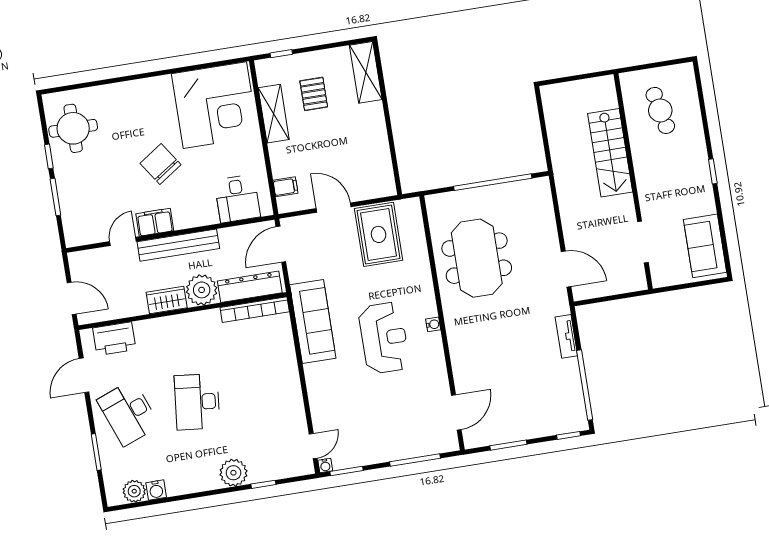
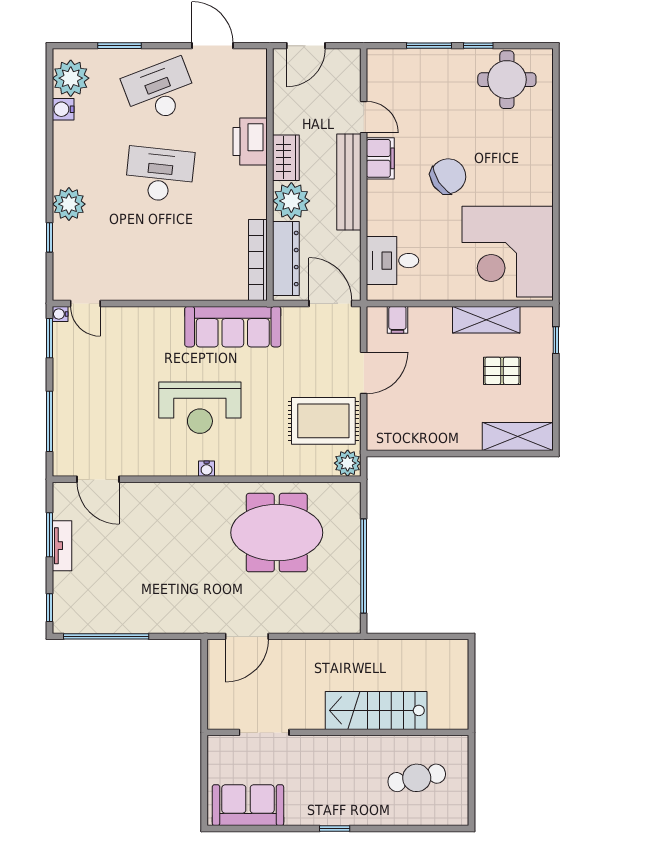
plant: (410, 209) -> (348, 463), added
tv unit: (566, 336) -> (62, 546), moved, turned 90
printer: (114, 339) -> (250, 141), moved
plant: (134, 491) -> (71, 78), width x1.36, depth x1.36

